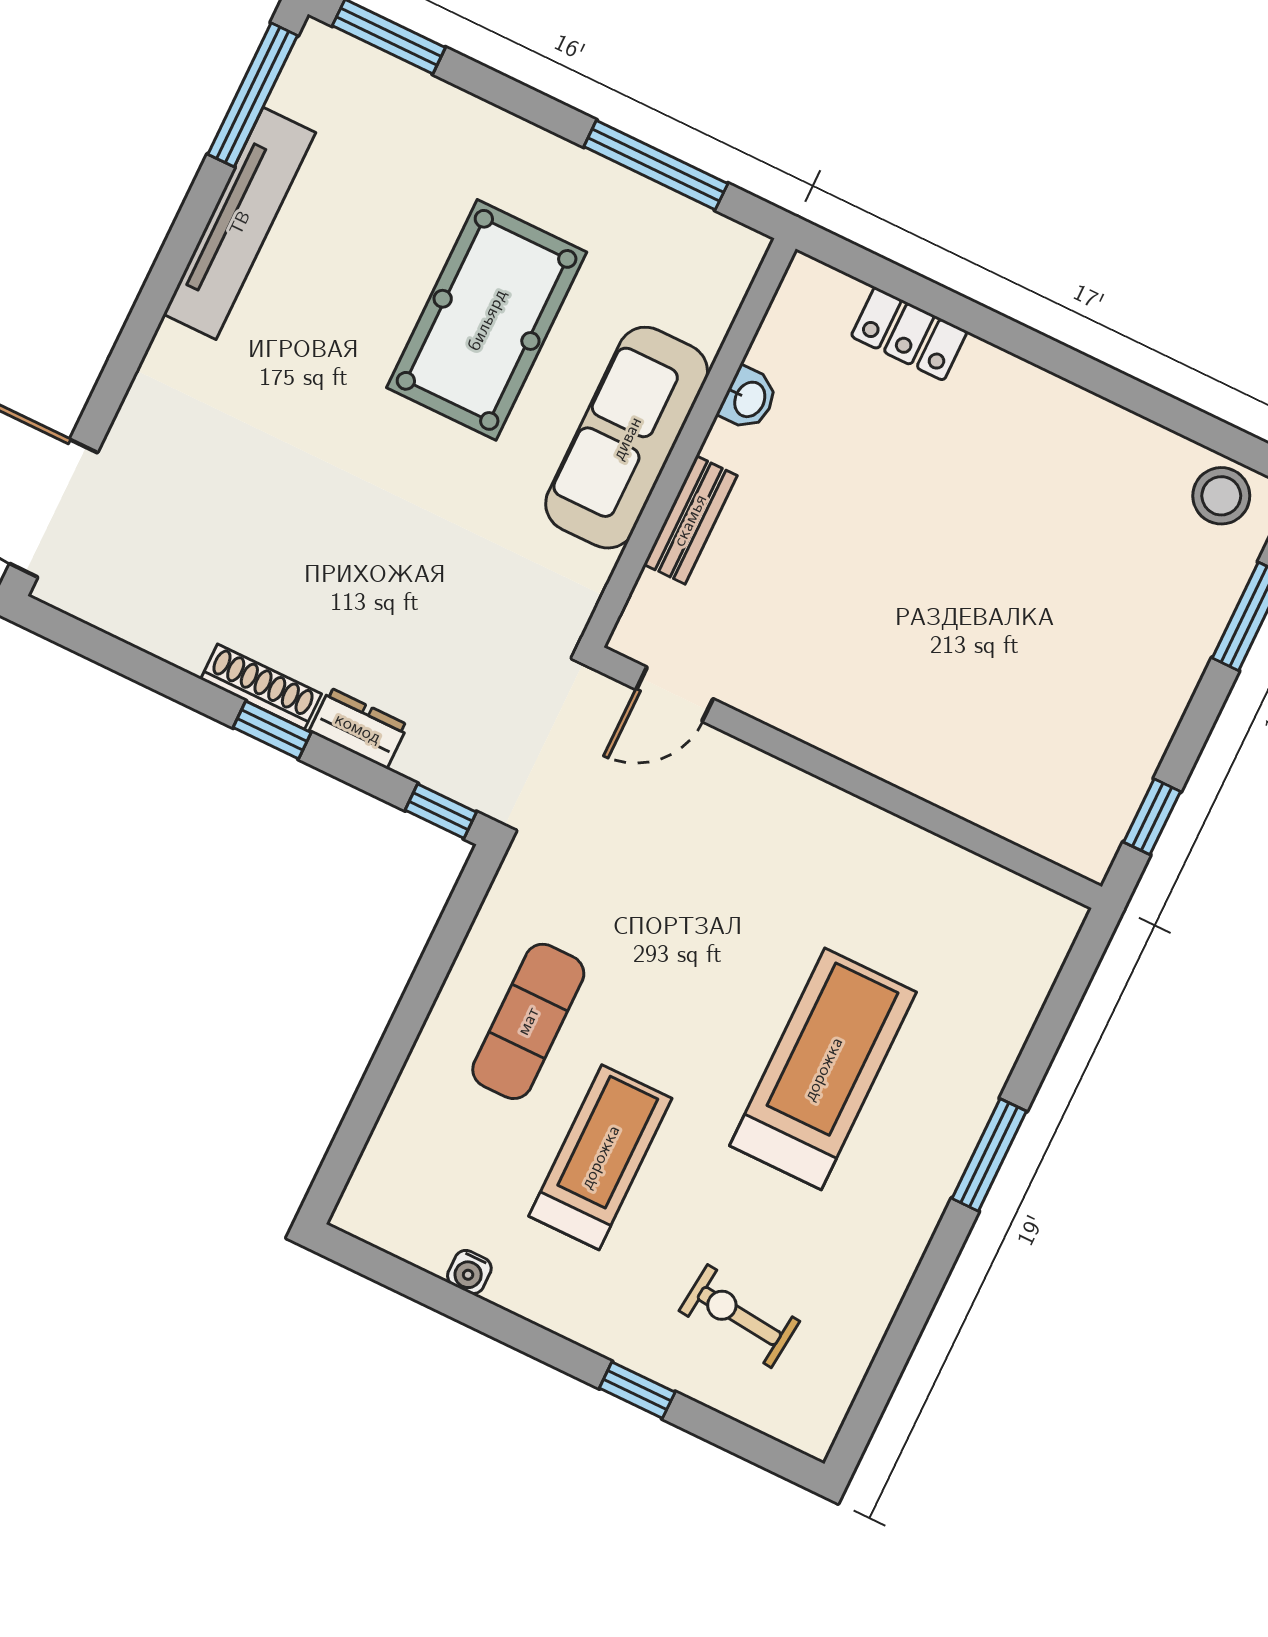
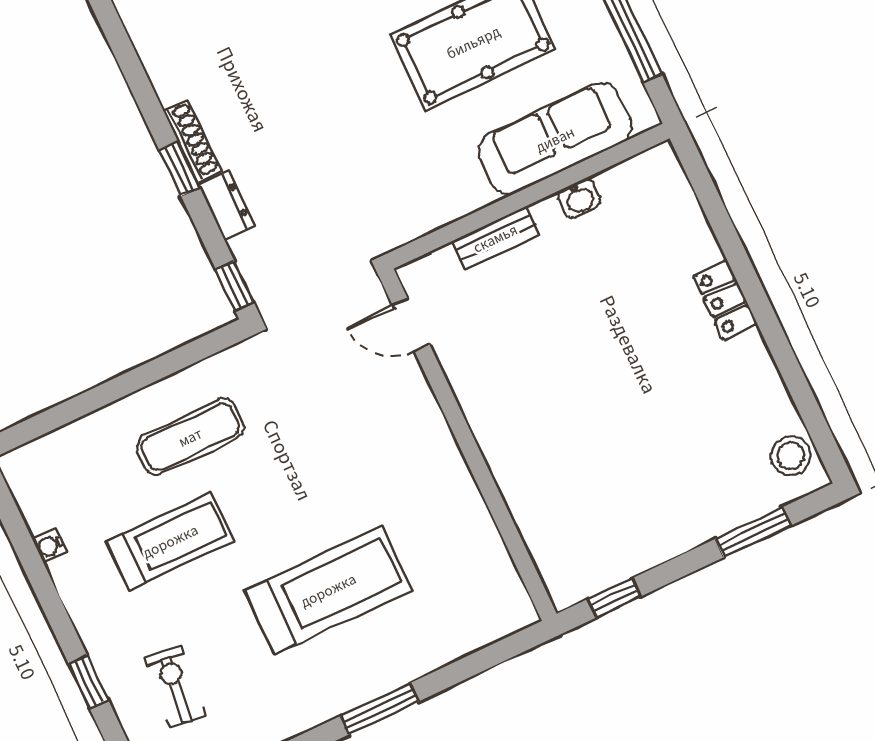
locker: (909, 334) -> (725, 300), moved
sofa: (627, 438) -> (555, 139), moved

